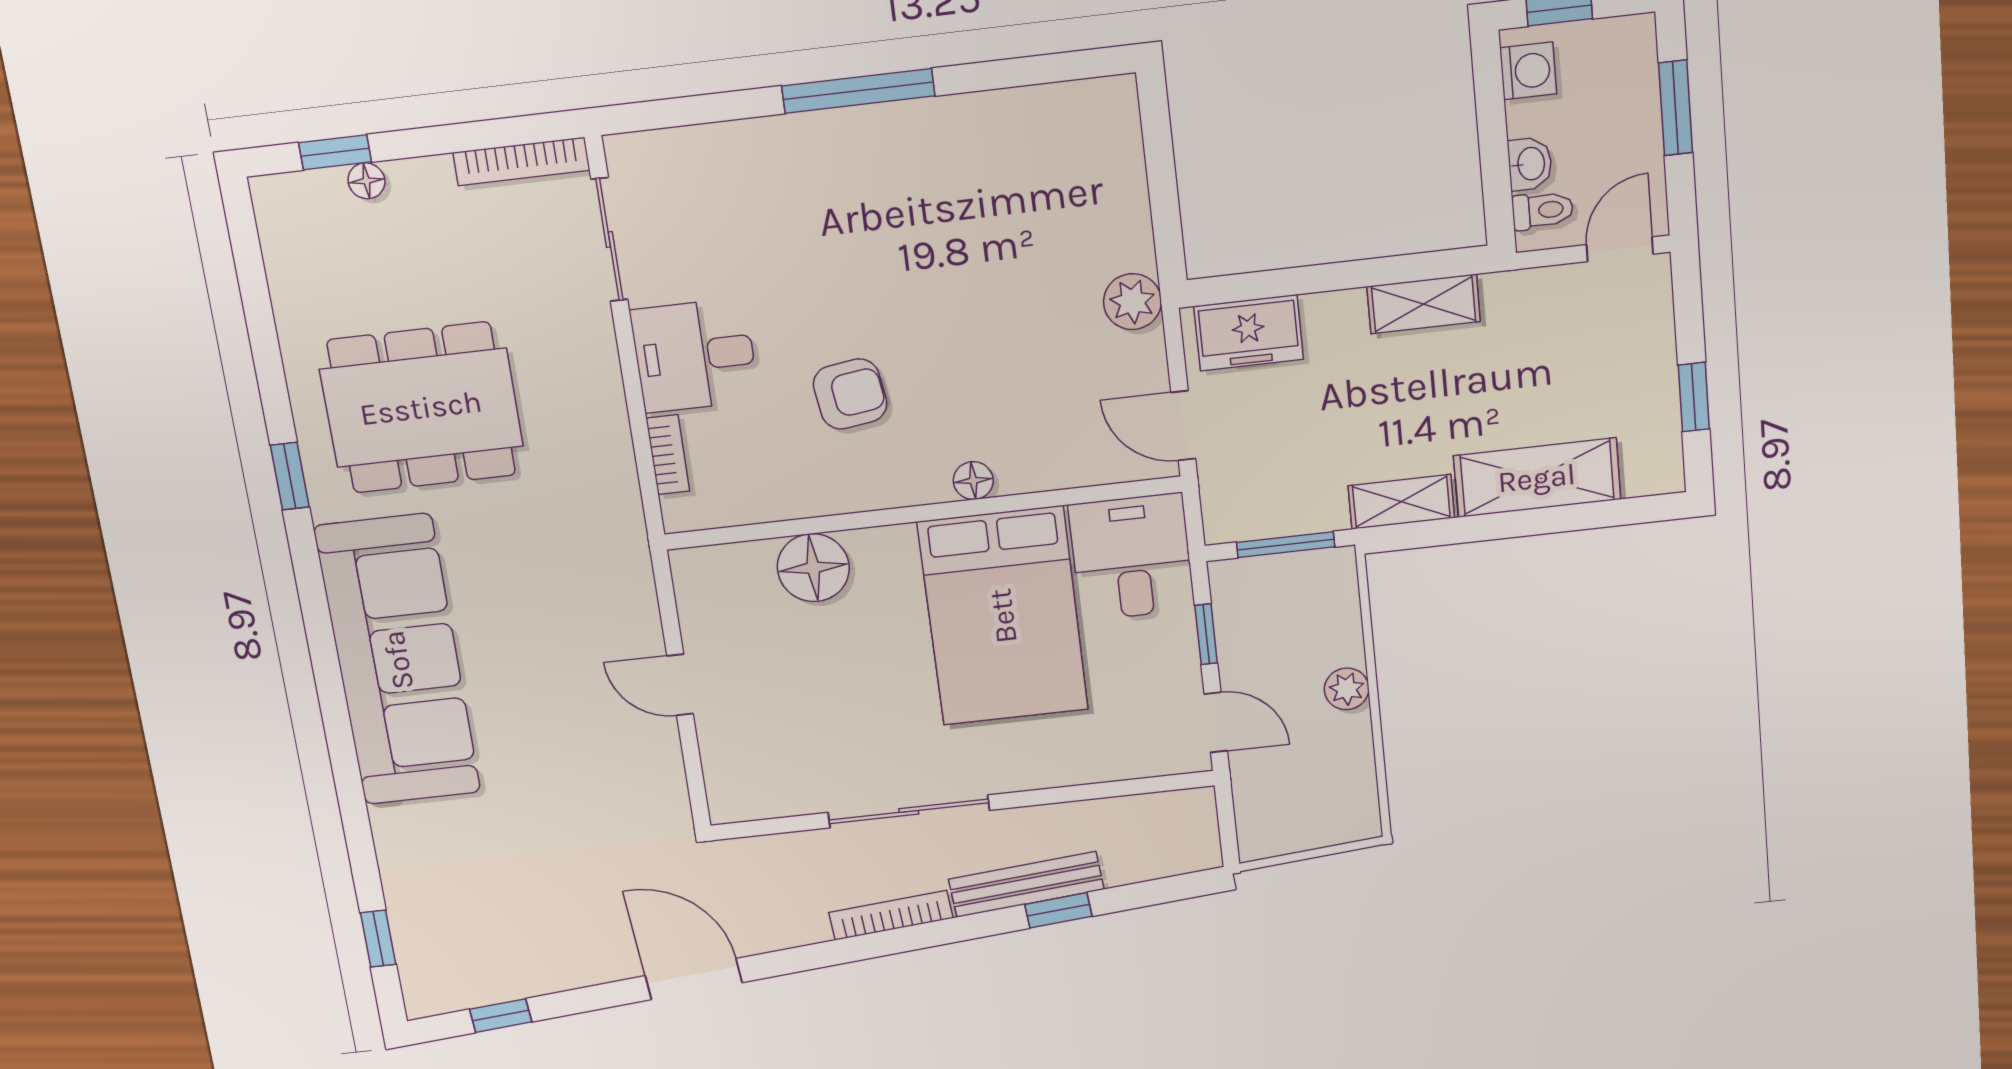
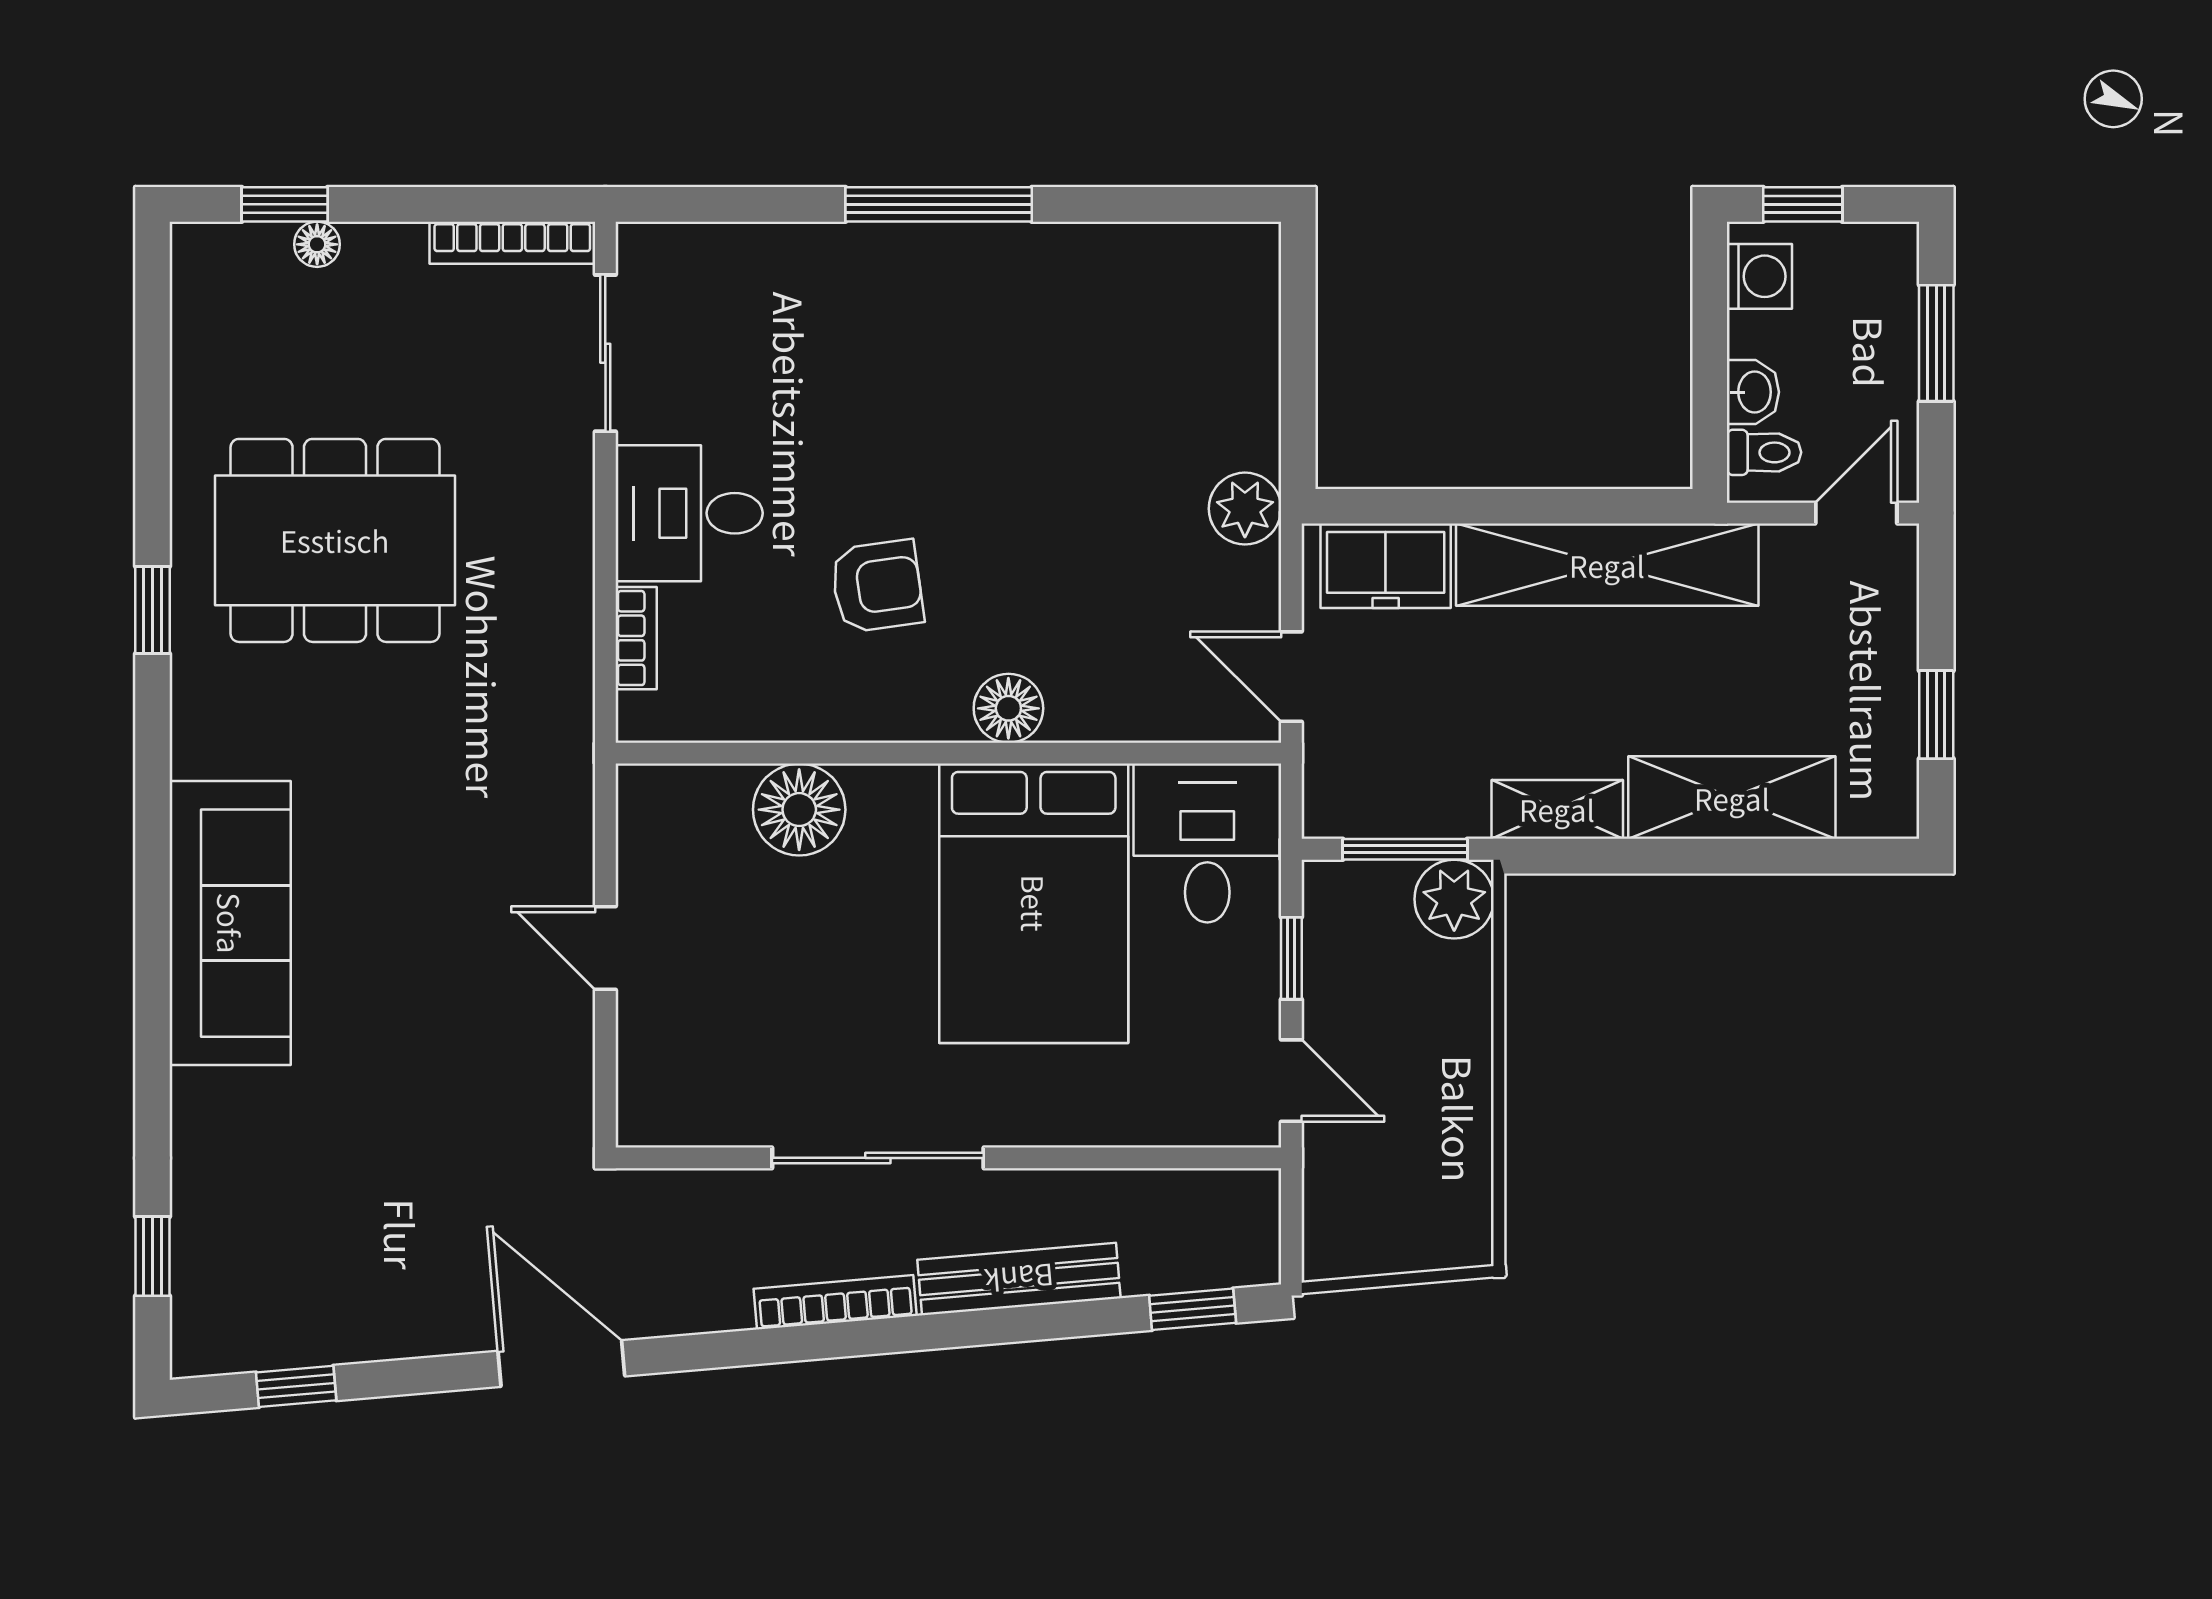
shelving: (1424, 304) -> (1607, 565), width x2.20, depth x1.33
floor lamp: (973, 481) -> (1008, 708), width x1.37, depth x1.37
sofa: (398, 660) -> (230, 923), width x0.74, depth x0.79
plant: (1347, 689) -> (1454, 899), moved, width x1.38, depth x1.38
window: (1058, 910) -> (1193, 1309), moved

